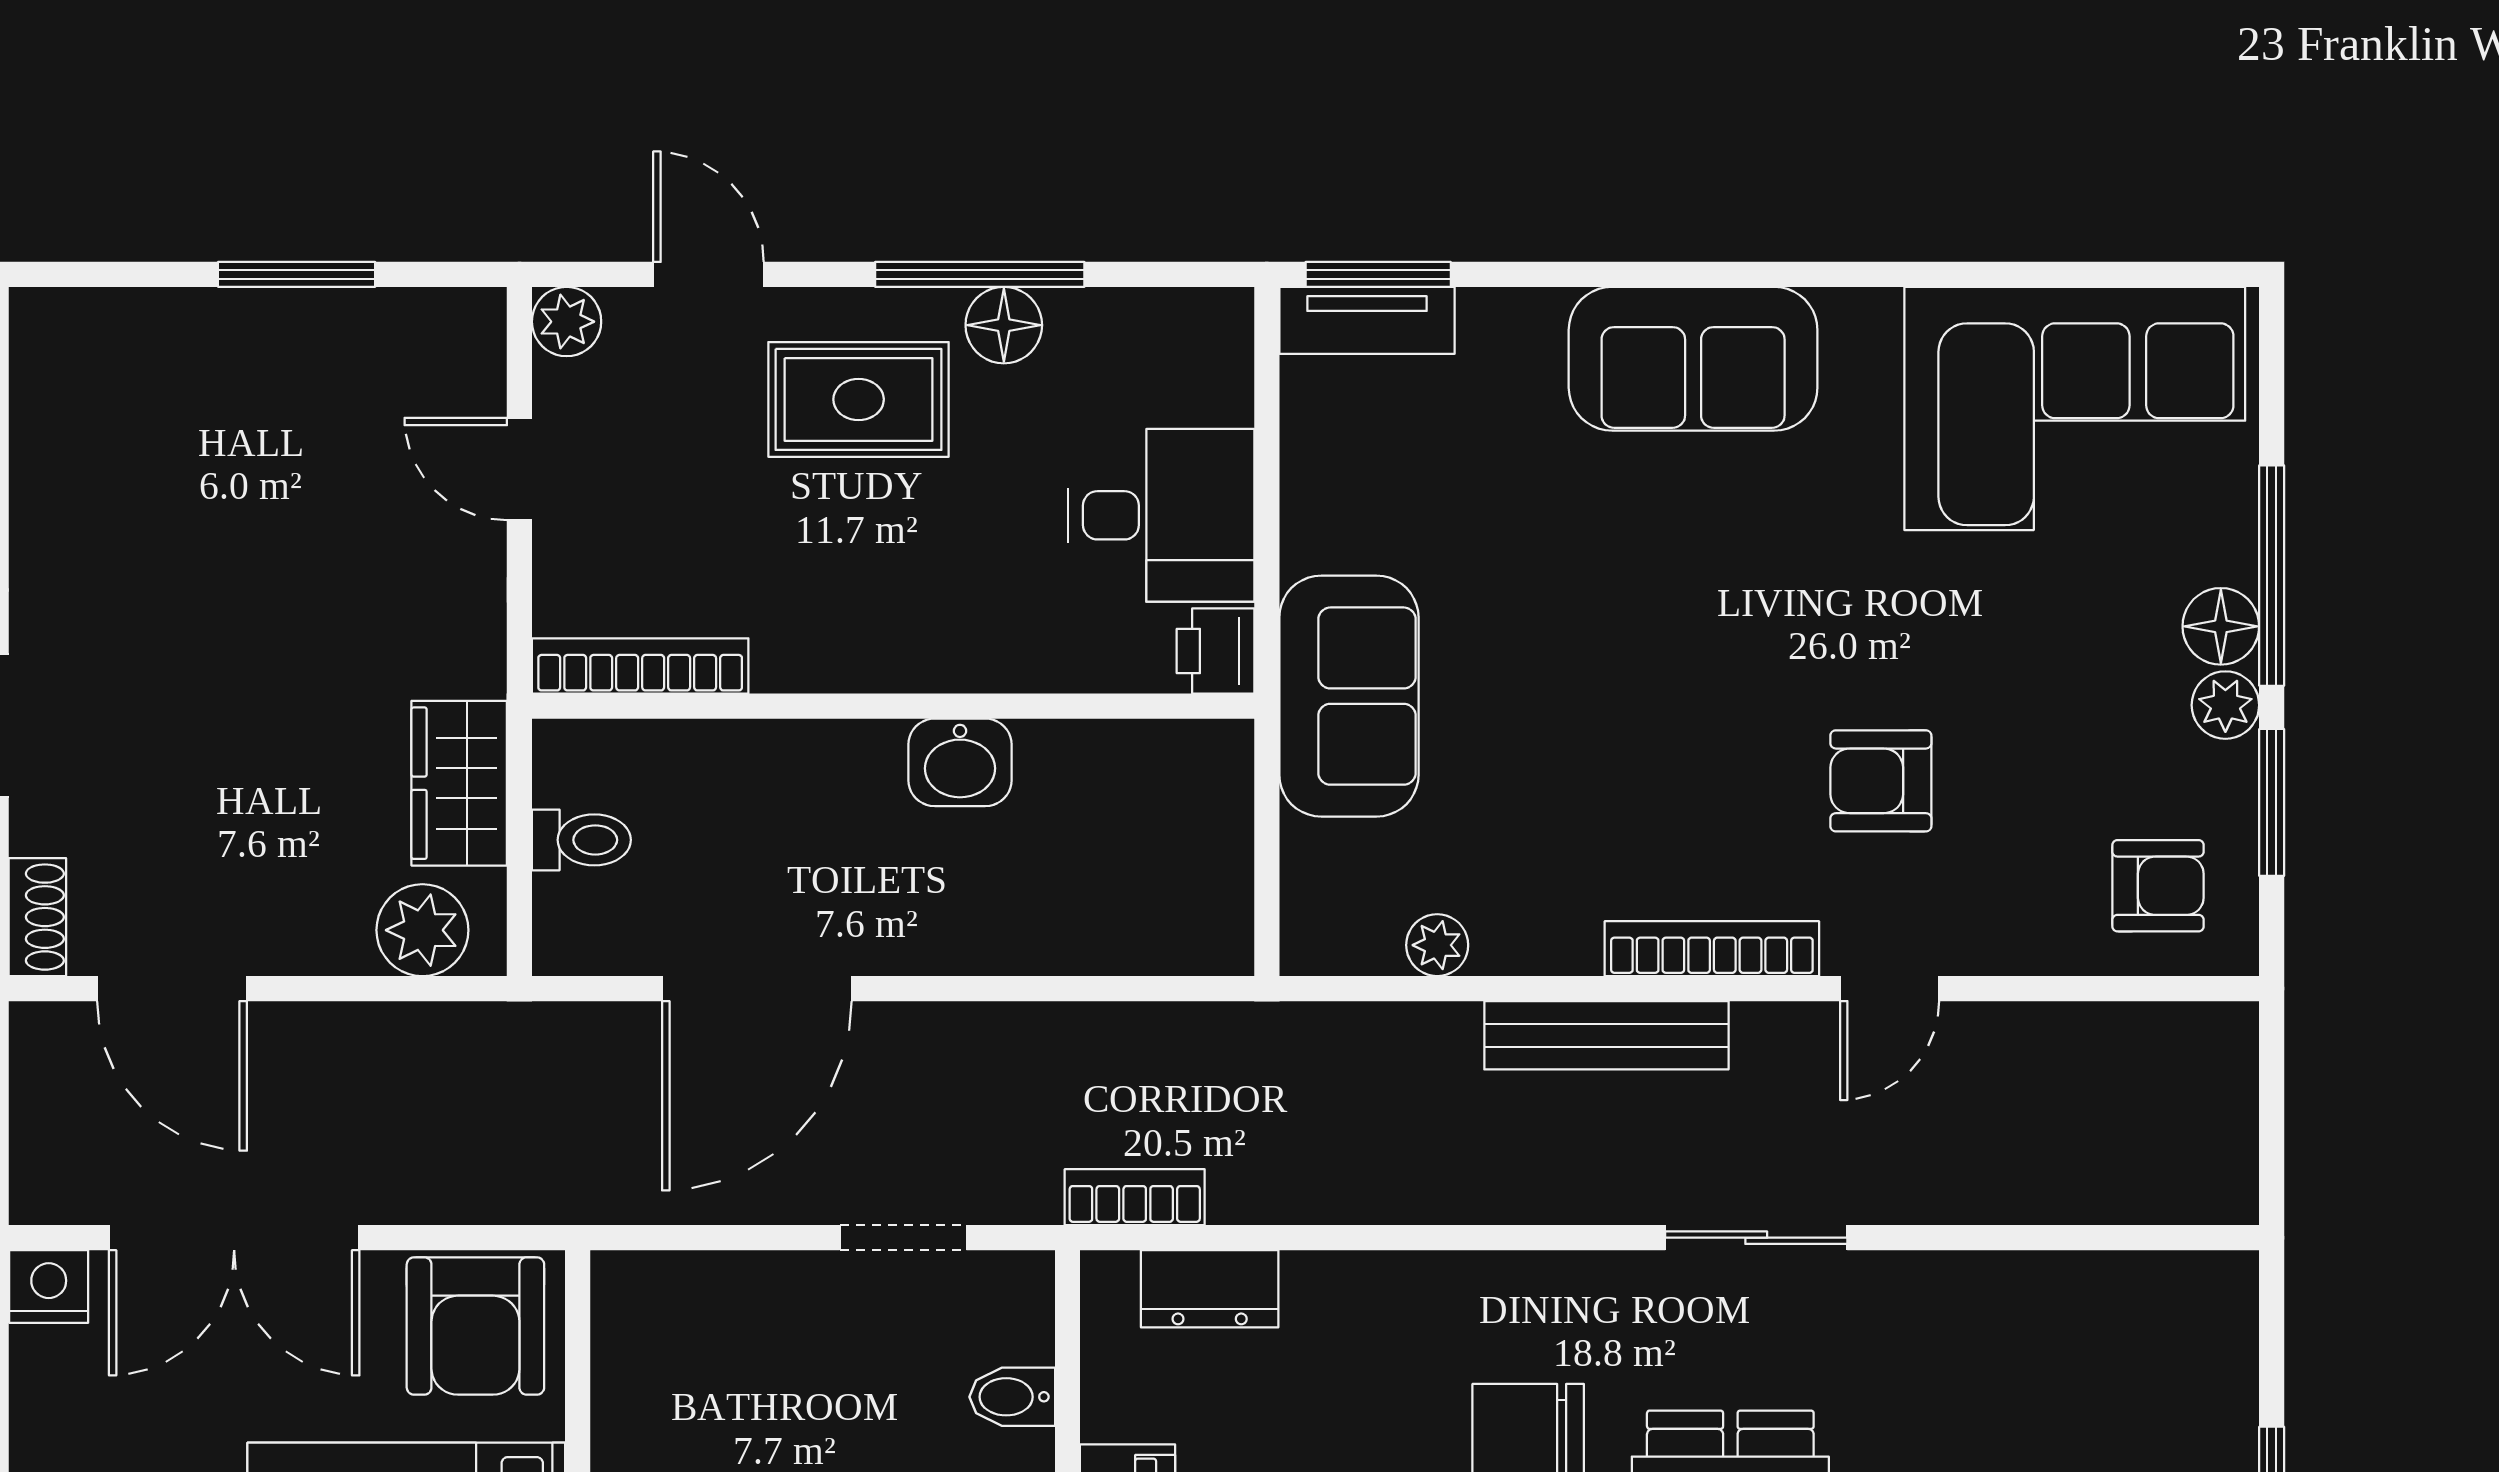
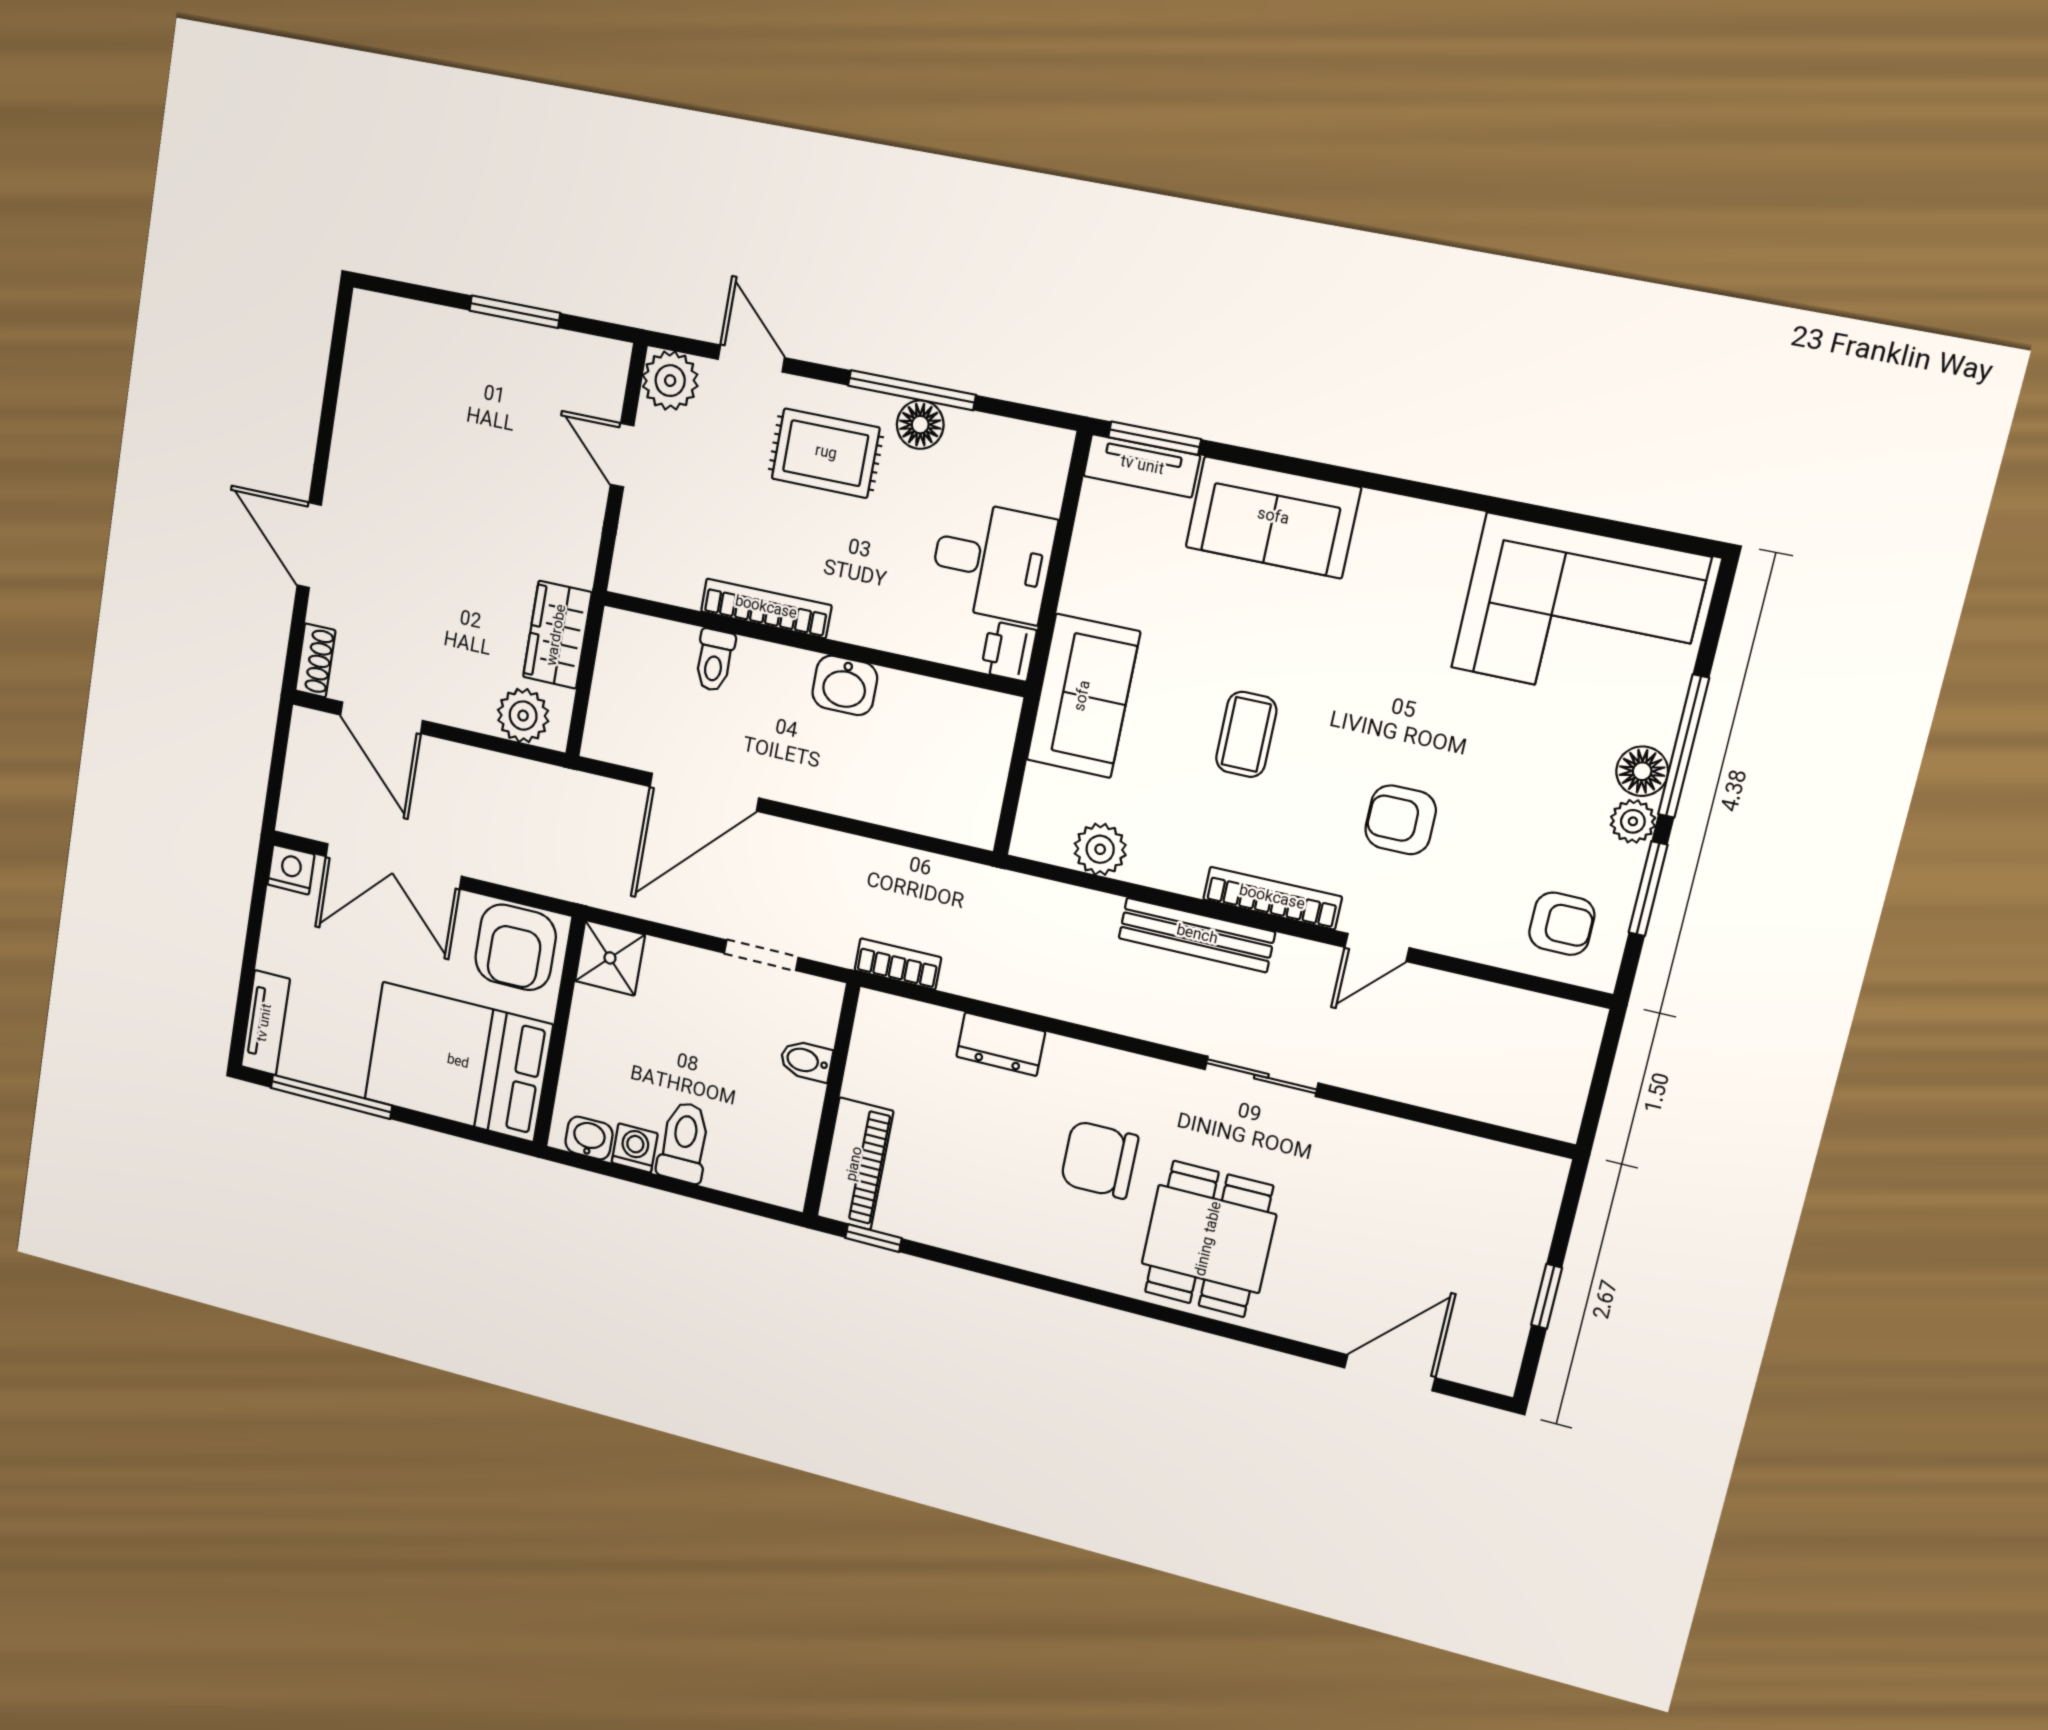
plant: (567, 322) -> (670, 381), width x1.38, depth x1.38
sofa: (1693, 359) -> (1273, 517), moved
bookcase: (640, 666) -> (766, 608), moved
coffee table: (1616, 701) -> (1246, 734), added
toilet: (581, 840) -> (714, 660), moved, turned 90
plant: (1437, 945) -> (1100, 849), width x1.38, depth x1.38
dresser: (1210, 1289) -> (1001, 1044), moved
shower: (644, 1304) -> (610, 958), added

